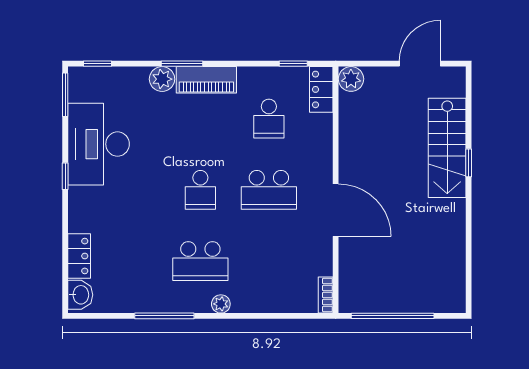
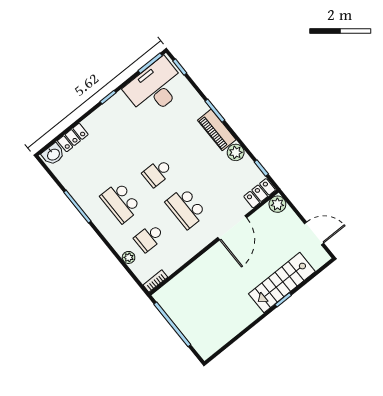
plant: (162, 79) -> (236, 152), moved
school desk: (269, 119) -> (149, 238), moved
desk: (99, 144) -> (155, 88), moved
door: (336, 210) -> (232, 228), moved
plant: (221, 304) -> (129, 257), moved

